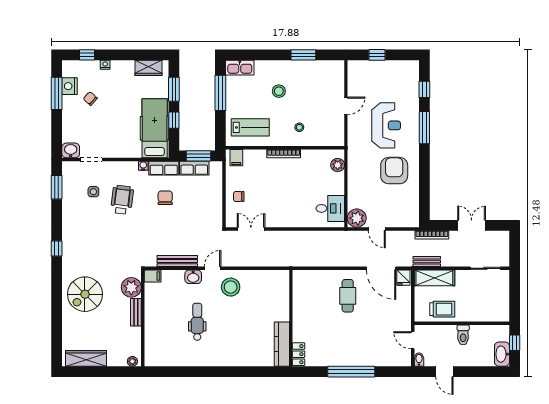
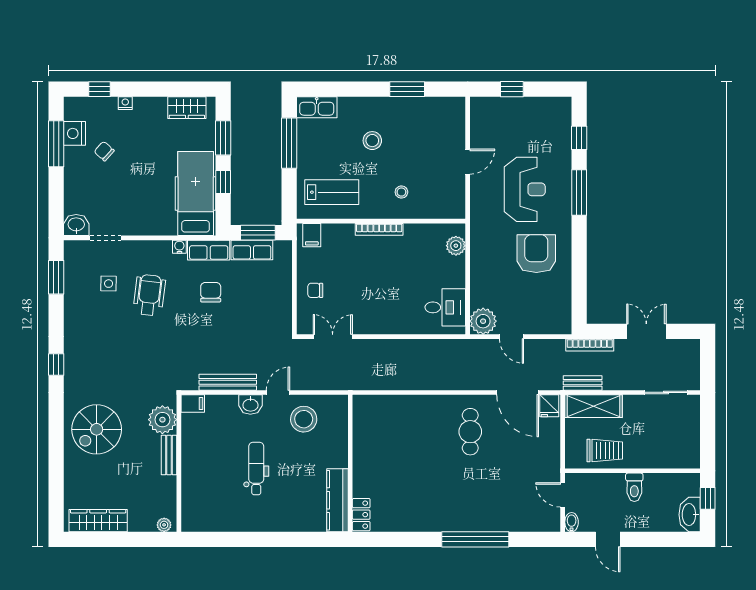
wall: (291, 318) -> (350, 463), moved
kitchen counter: (282, 344) -> (337, 500), moved
locker: (299, 354) -> (361, 515), moved

